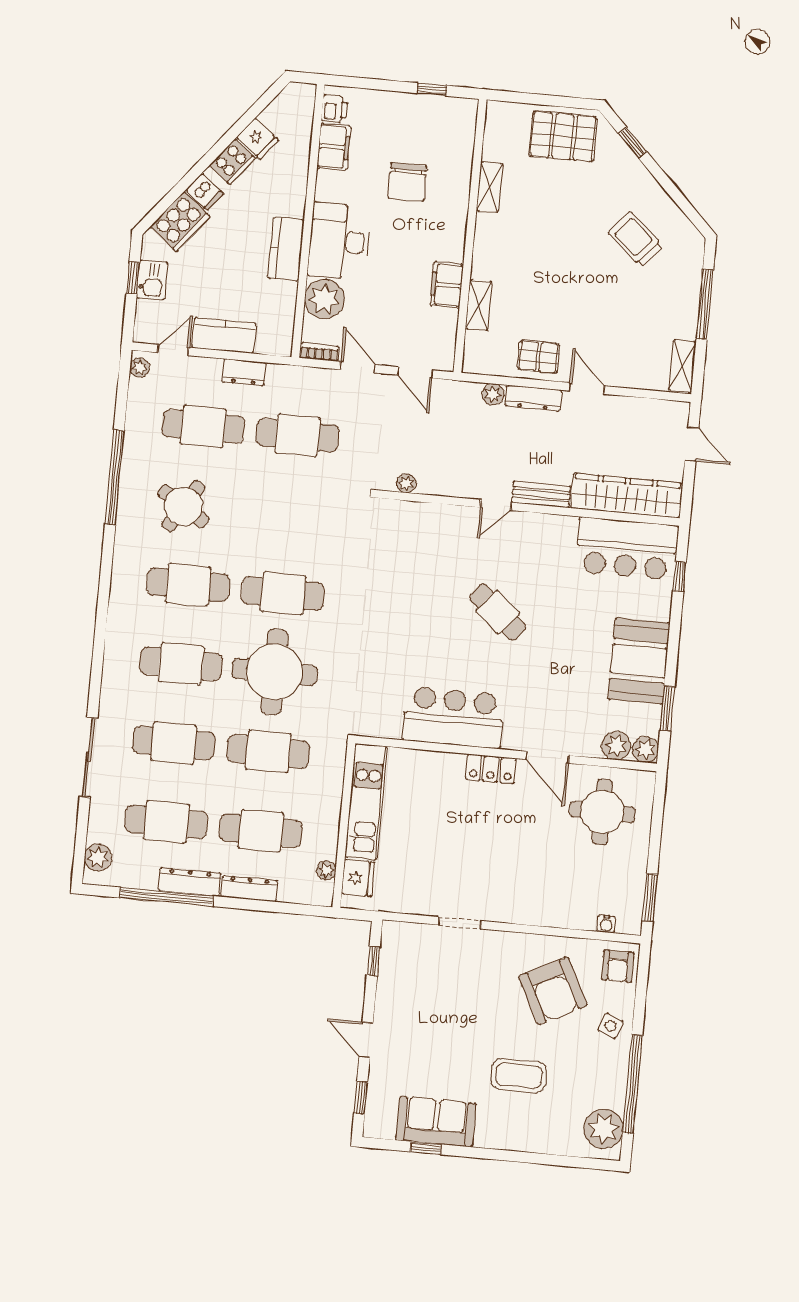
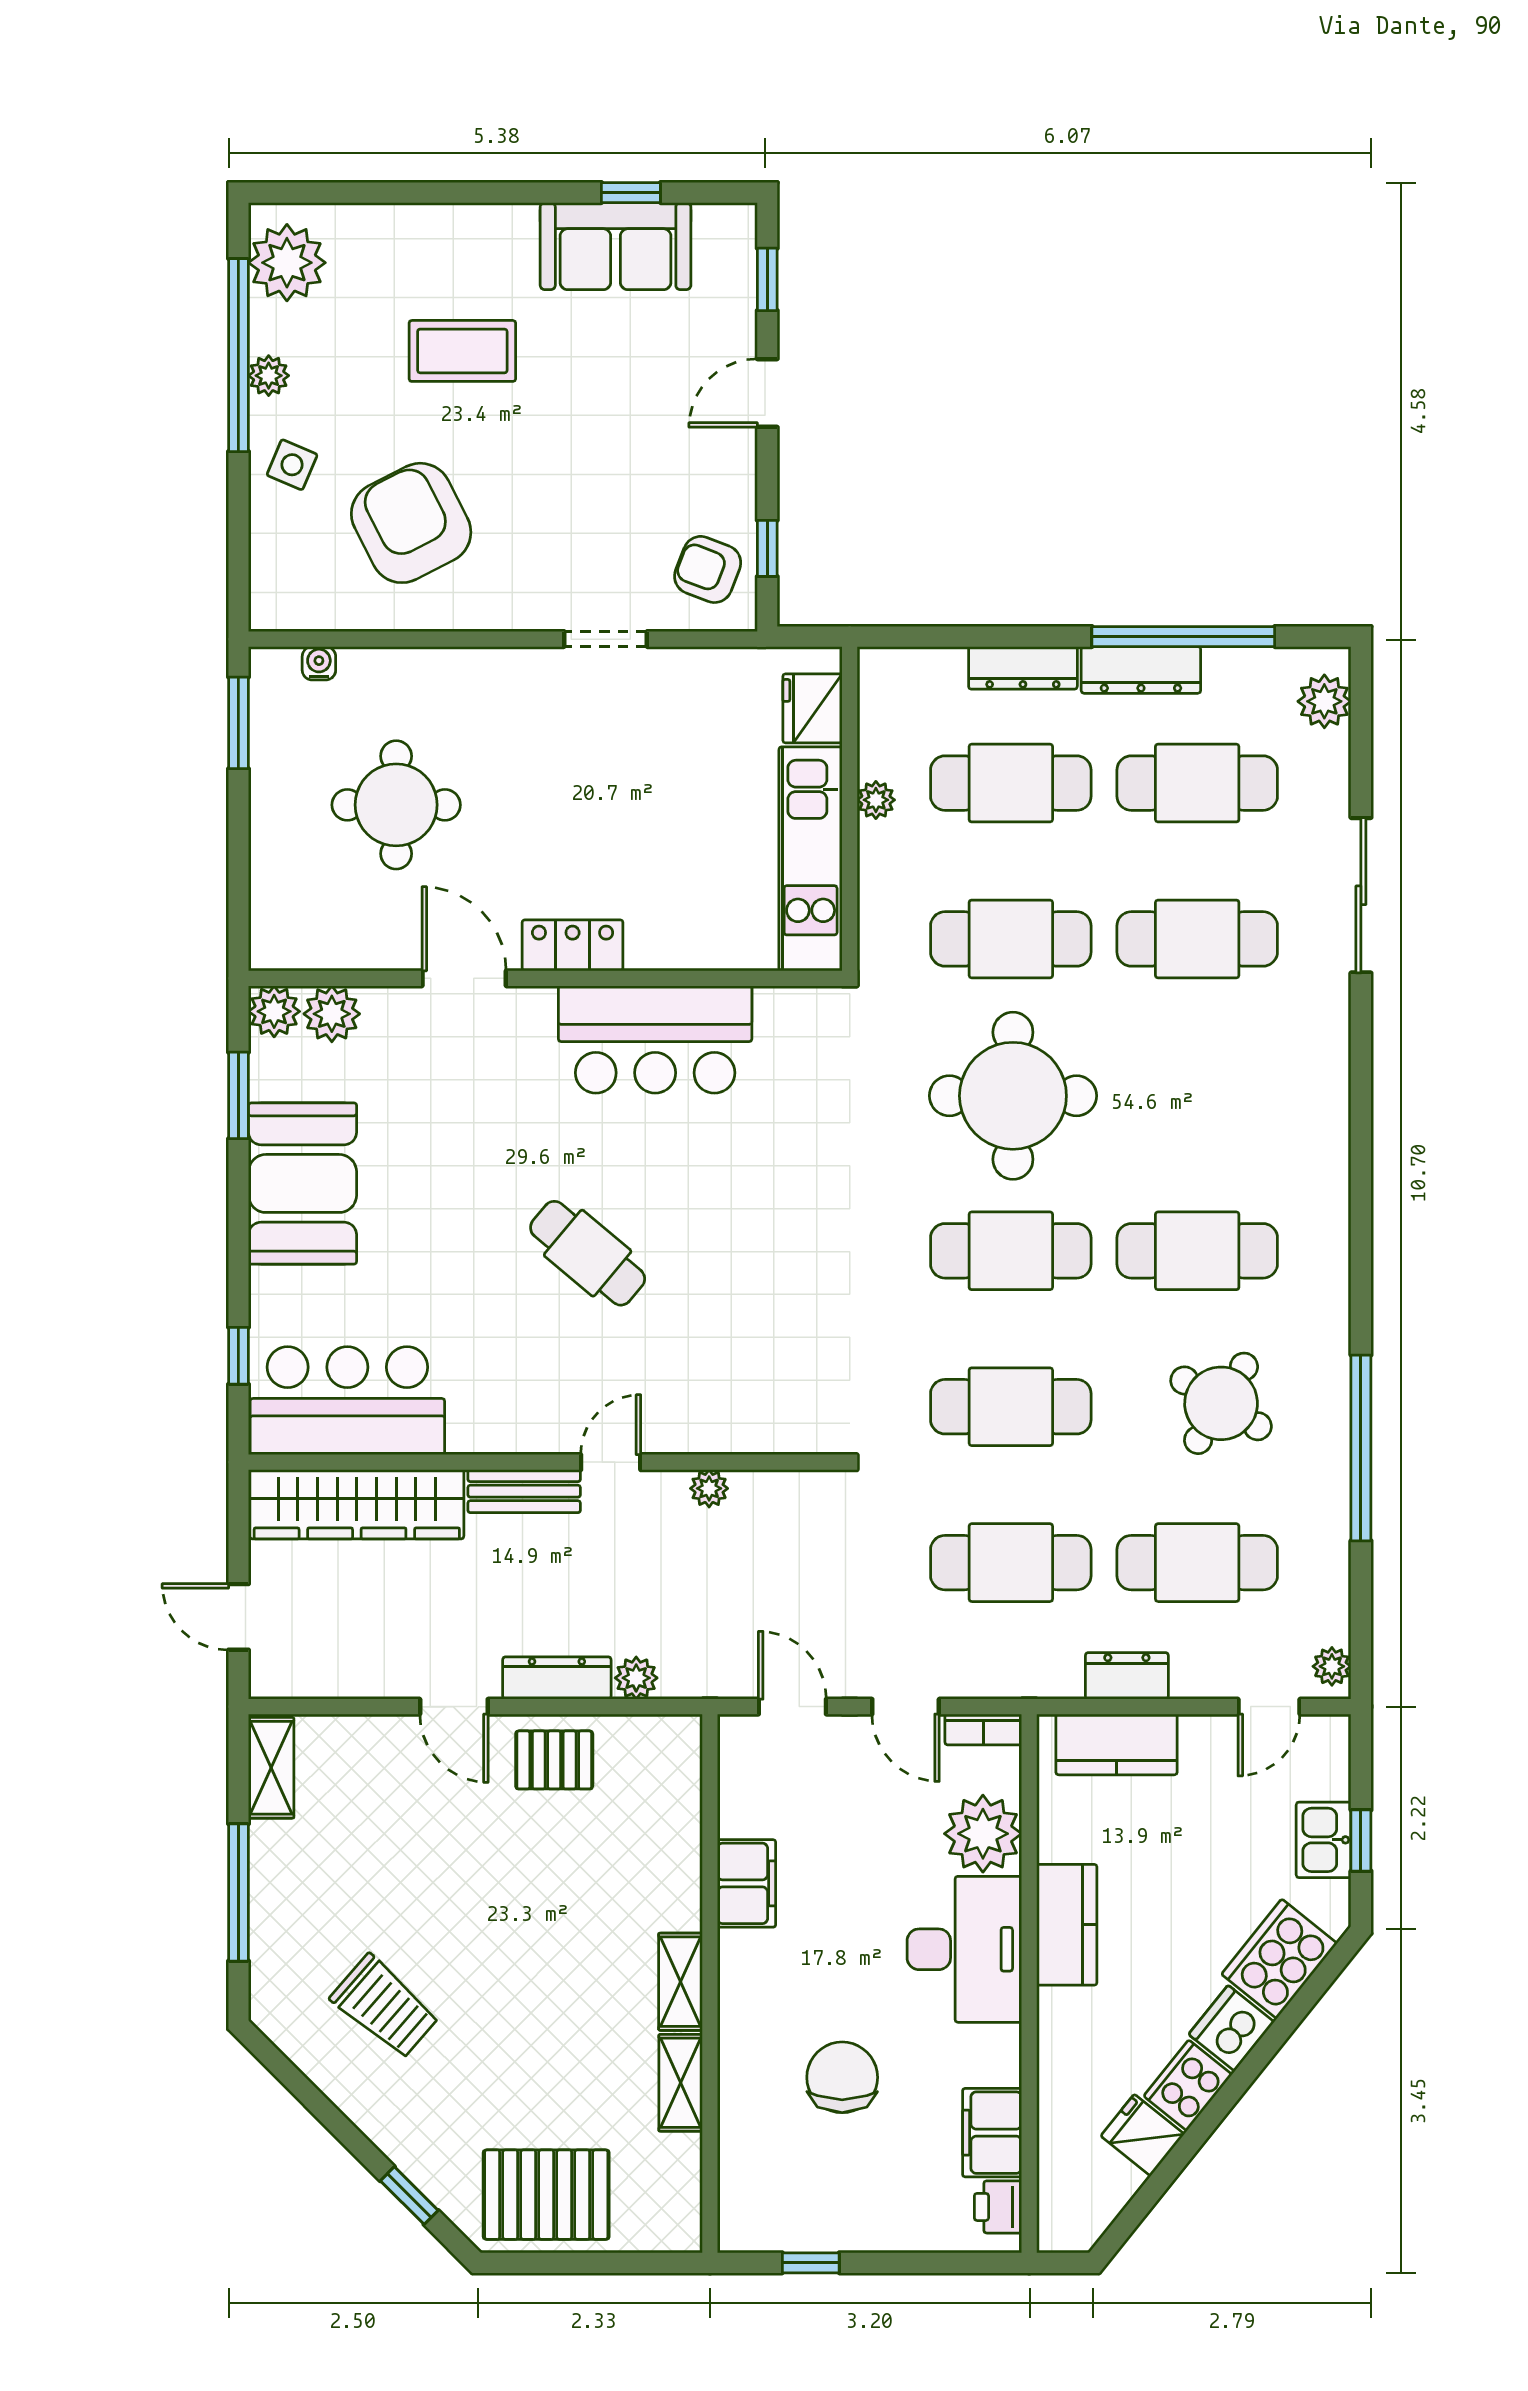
dishwasher: (204, 192) -> (1231, 2028), width x1.38
shelving: (479, 305) -> (681, 1982), moved
kitchen counter: (224, 335) -> (1116, 1744), moved
plant: (406, 483) -> (709, 1488), moved
cafe table: (181, 664) -> (1011, 1407), moved
round table: (602, 812) -> (396, 805), moved
plant: (326, 871) -> (876, 800), moved
armchair: (618, 966) -> (708, 569), moved, turned -69
door: (366, 1040) -> (767, 393), swing flipped
plant: (618, 1072) -> (269, 376), added

